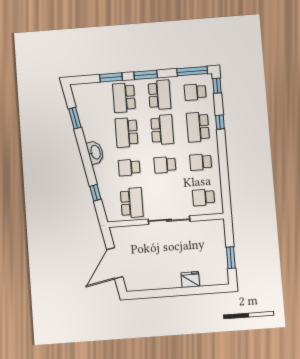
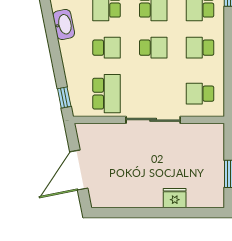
school desk: (165, 165) -> (153, 48), turned 180
school desk: (129, 167) -> (107, 48), turned 180
window: (95, 193) -> (64, 97), moved

